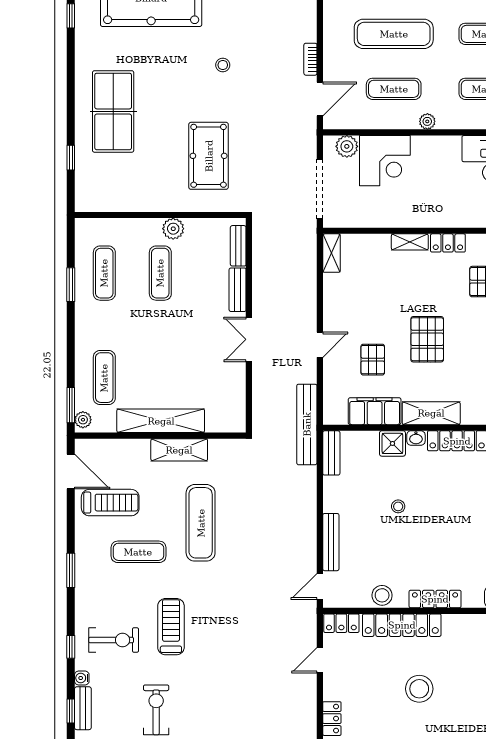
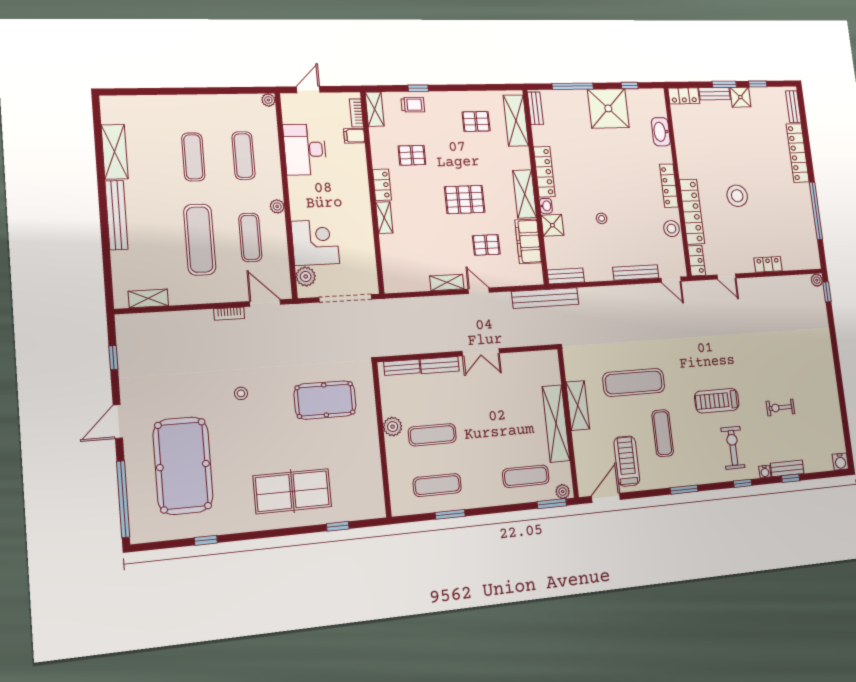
shelving: (331, 253) -> (447, 282), moved
exercise bike: (156, 710) -> (780, 408), width x0.73, depth x0.72

